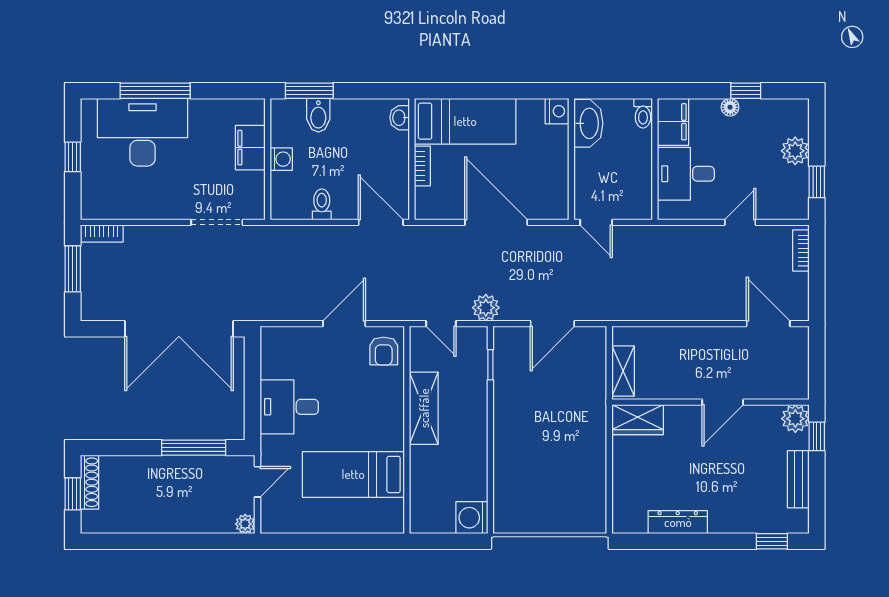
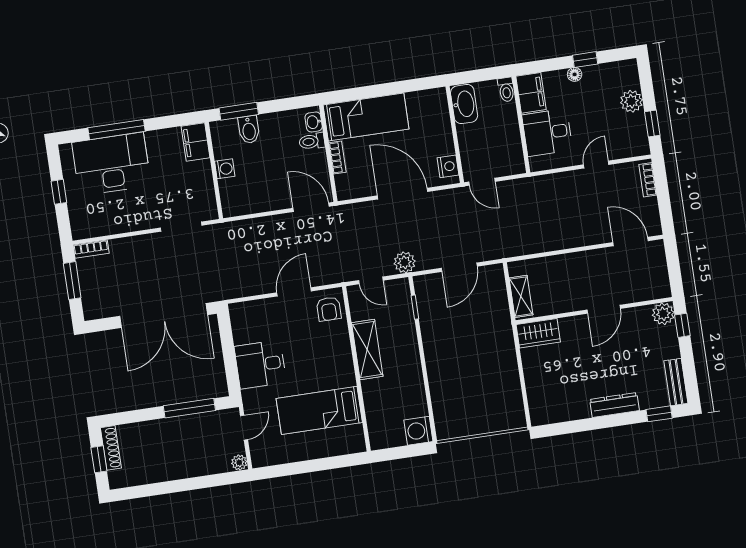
nightstand: (557, 111) -> (448, 166), moved
filing cabinet: (250, 148) -> (196, 142), moved
toilet: (322, 204) -> (312, 141), moved, turned -90
bench: (798, 479) -> (676, 382), moved
dresser: (678, 522) -> (614, 405), moved

